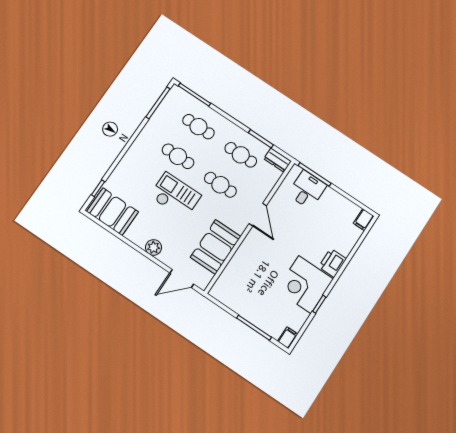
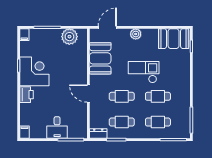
desk: (307, 190) -> (57, 128), moved
checkout: (175, 196) -> (144, 72), turned 180
plant: (235, 298) -> (69, 37), added

